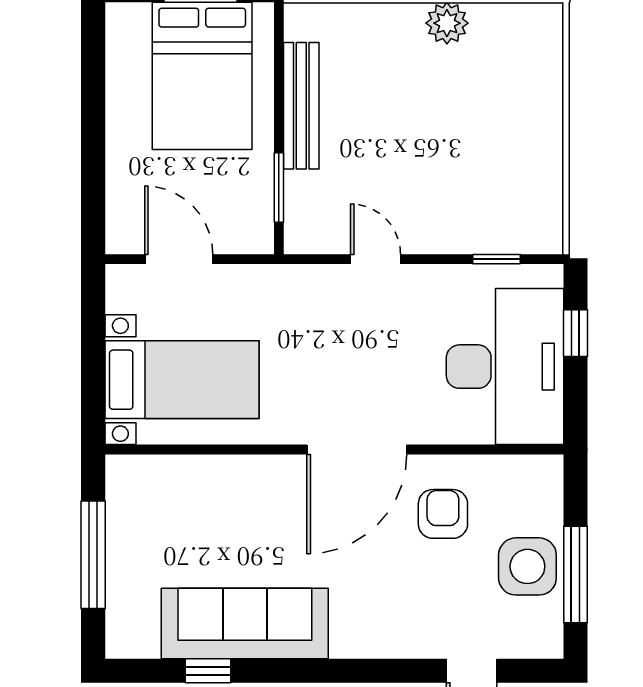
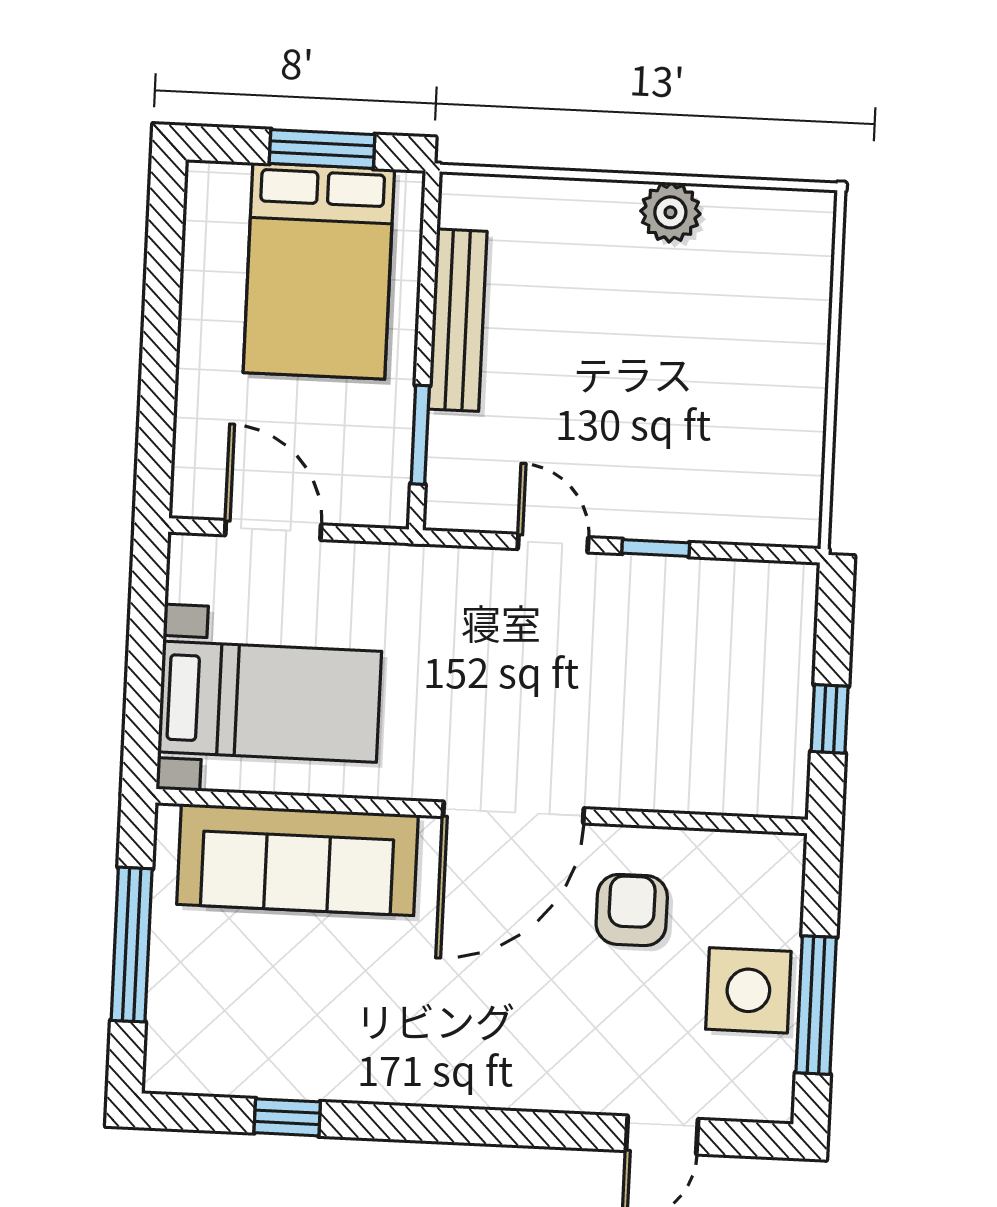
window: (496, 259) -> (656, 548), moved
window: (575, 333) -> (830, 719), moved
desk: (505, 367) -> (730, 705), removed
sofa: (245, 623) -> (298, 860), moved, turned 180

